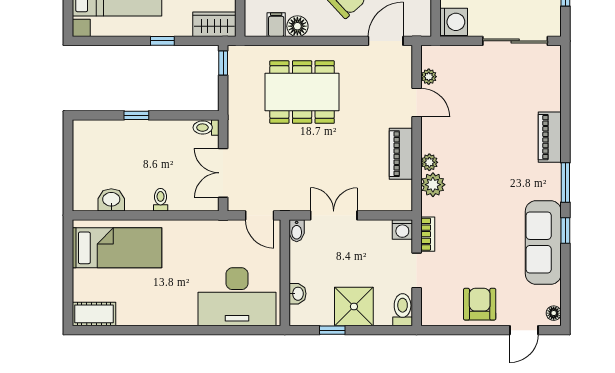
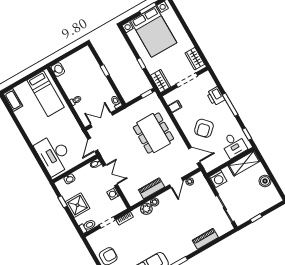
floor lamp: (297, 26) -> (179, 116), removed
piano: (550, 137) -> (205, 239), moved
washbasin: (111, 200) -> (58, 69), moved
washing machine: (402, 229) -> (113, 194), moved

